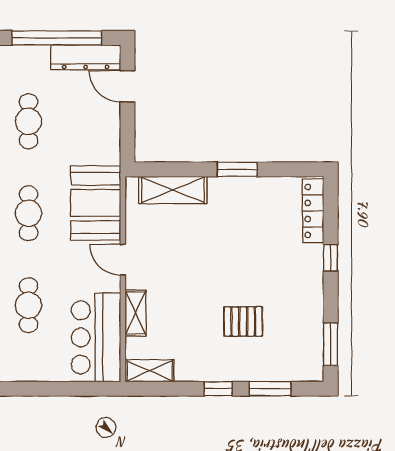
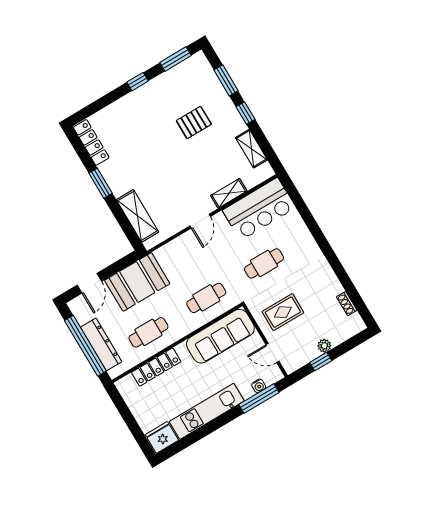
dresser: (86, 57) -> (101, 344), moved
booth: (96, 203) -> (137, 282), moved
locker: (313, 211) -> (91, 142), moved, turned -90
window: (331, 258) -> (138, 82), moved
pallet: (243, 321) -> (194, 122), turned 90
shelving: (150, 371) -> (251, 149), moved

